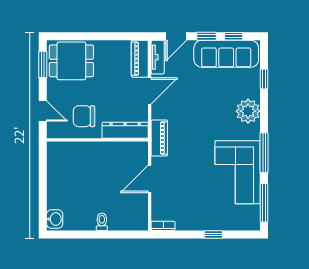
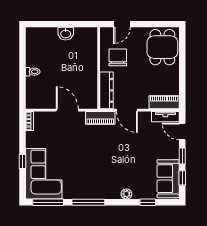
sofa: (226, 54) -> (168, 179), width x0.73
window: (43, 64) -> (159, 24), removed
door: (150, 91) -> (127, 110), moved
plant: (248, 111) -> (126, 194), width x0.53, depth x0.53
corner sofa: (238, 172) -> (44, 174), moved, turned 90
washbasin: (55, 219) -> (66, 34), moved

